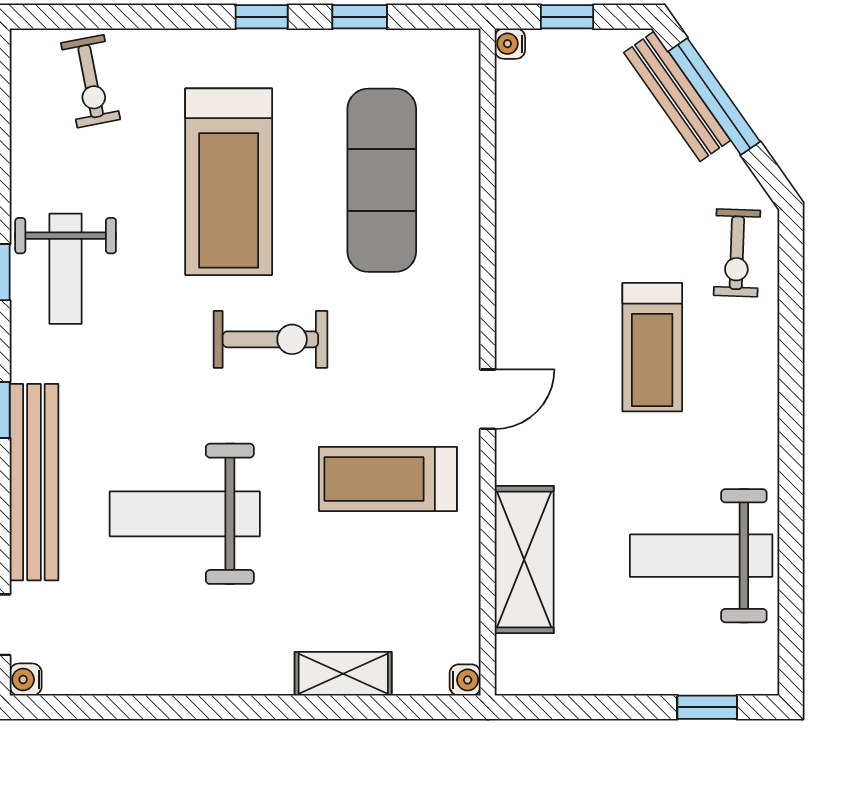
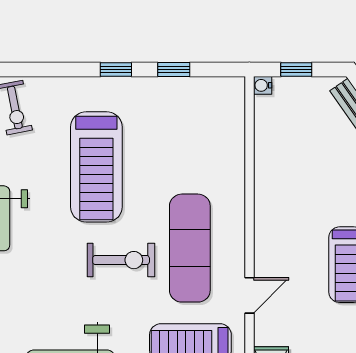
exercise mat: (382, 180) -> (190, 248), moved

